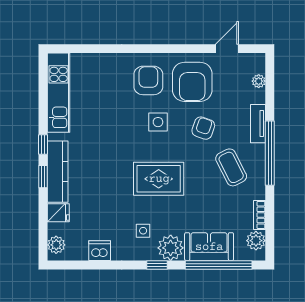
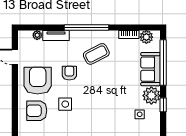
armchair: (192, 82) -> (38, 81), turned -90
tv unit: (258, 124) -> (56, 36), moved
armchair: (203, 128) -> (69, 73), turned 71
rug: (159, 179) -> (104, 104), removed

